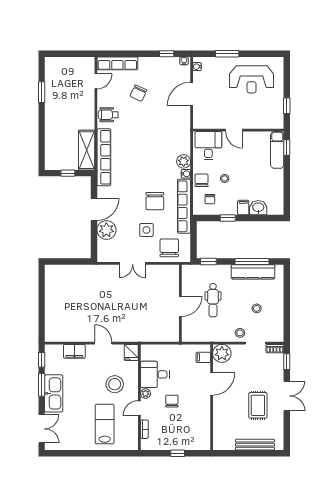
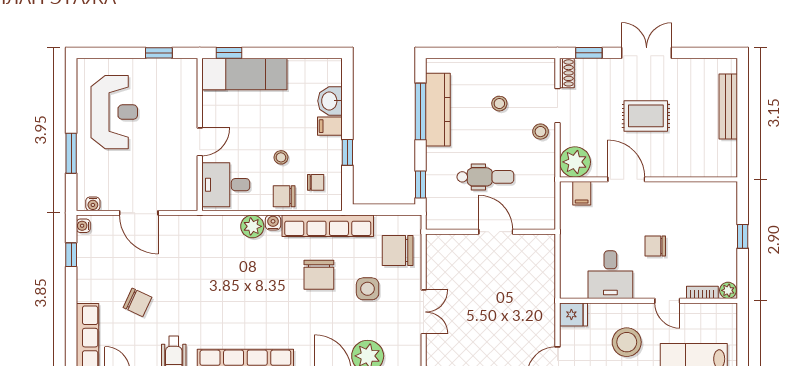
exam couch: (277, 150) -> (244, 74), width x1.36, depth x1.45
chair: (155, 201) -> (319, 275), turned 90
plant: (145, 394) -> (728, 290), moved
rug: (258, 405) -> (646, 116), moved

